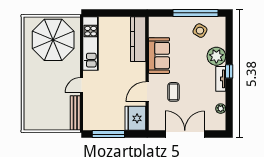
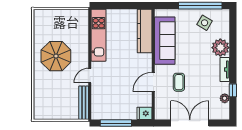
parasol: (53, 40) -> (56, 56), moved, width x0.73, depth x0.73
sofa: (159, 56) -> (165, 41), width x1.36
window: (229, 71) -> (233, 90), moved
fridge: (135, 118) -> (144, 113), width x0.53, depth x0.75

